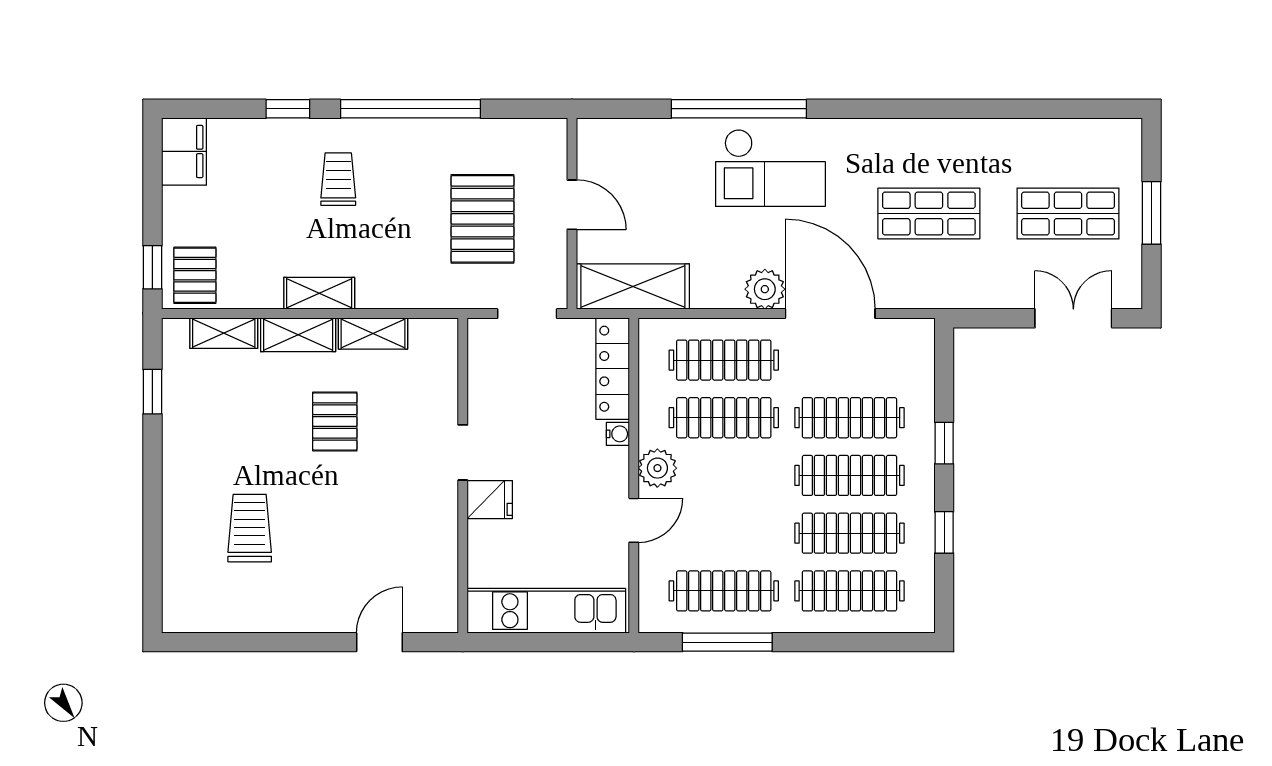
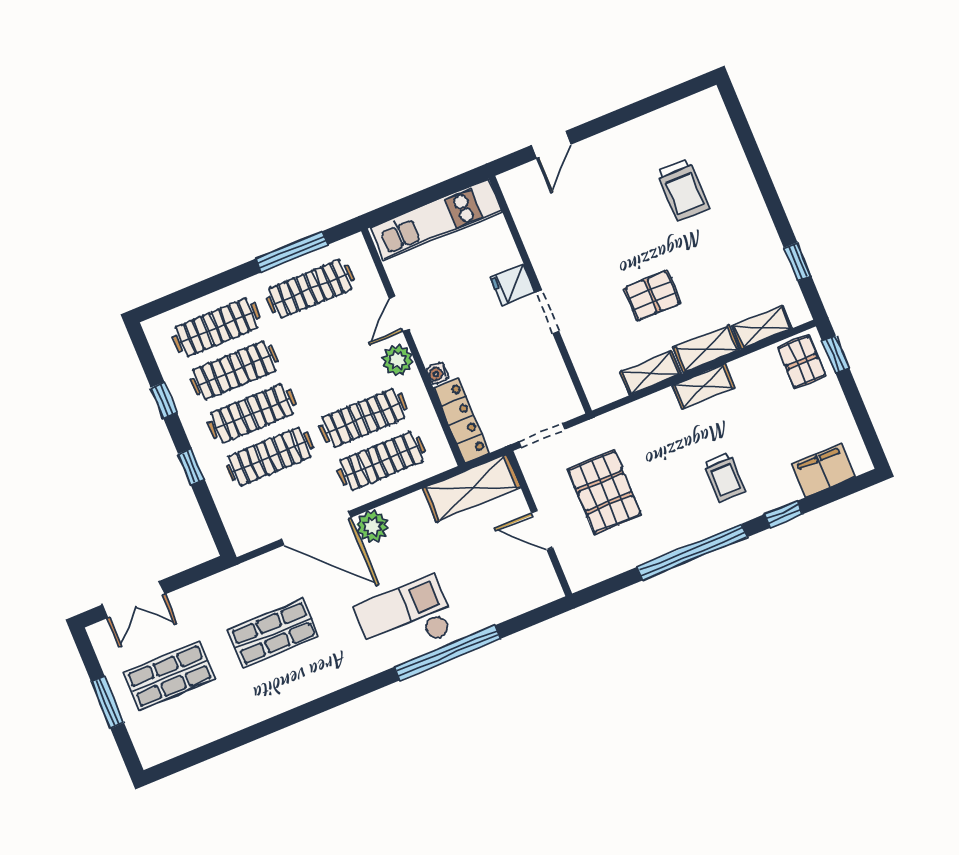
filing cabinet: (184, 151) -> (823, 470), moved, turned 90
pallet: (335, 421) -> (652, 296), turned 90

